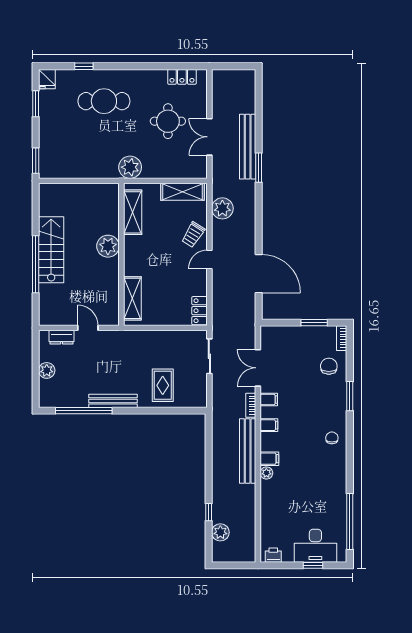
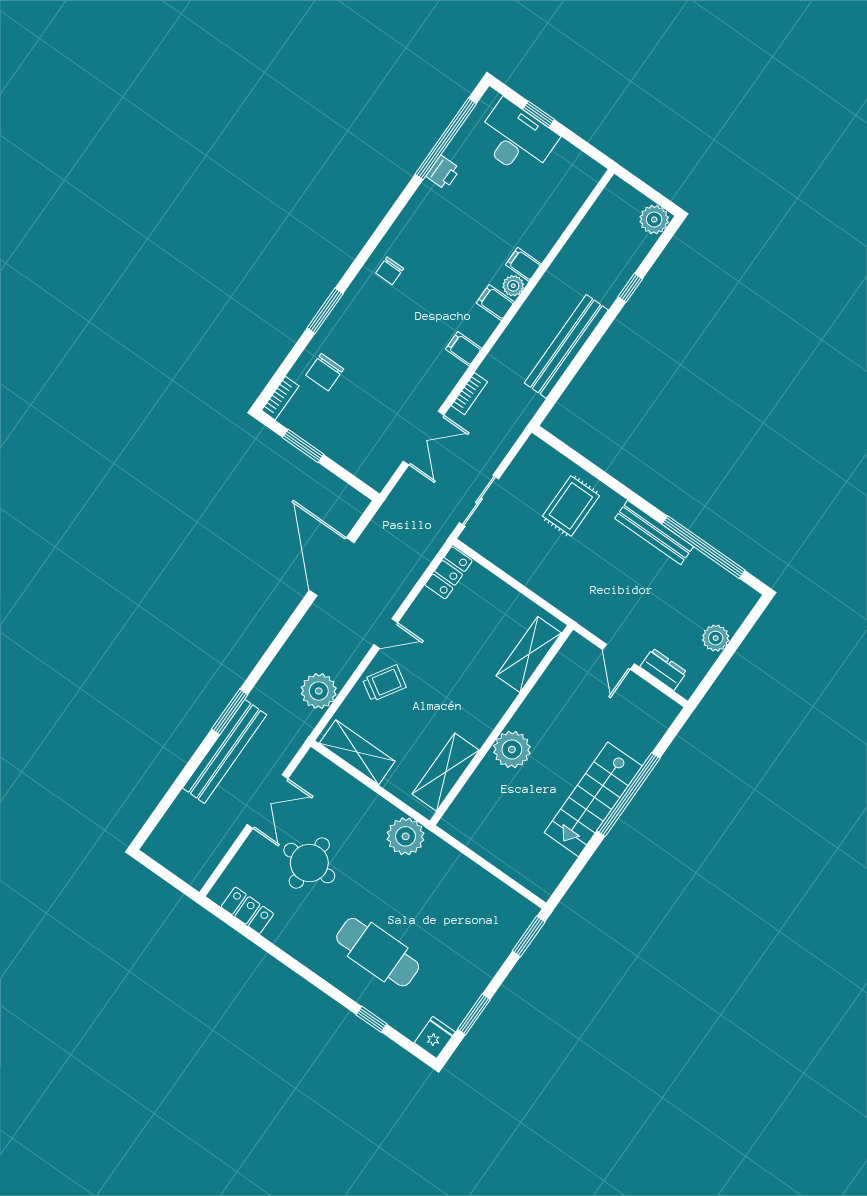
filing cabinet: (269, 400) -> (523, 264), moved
bench: (248, 451) -> (566, 346), moved
plant: (220, 532) -> (654, 220), moved
printer: (273, 555) -> (443, 173), moved, turned -90

